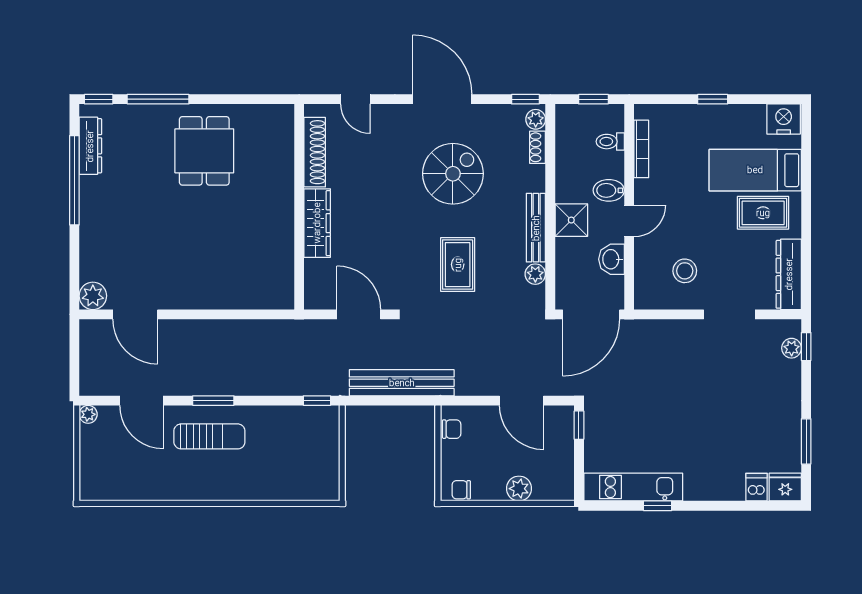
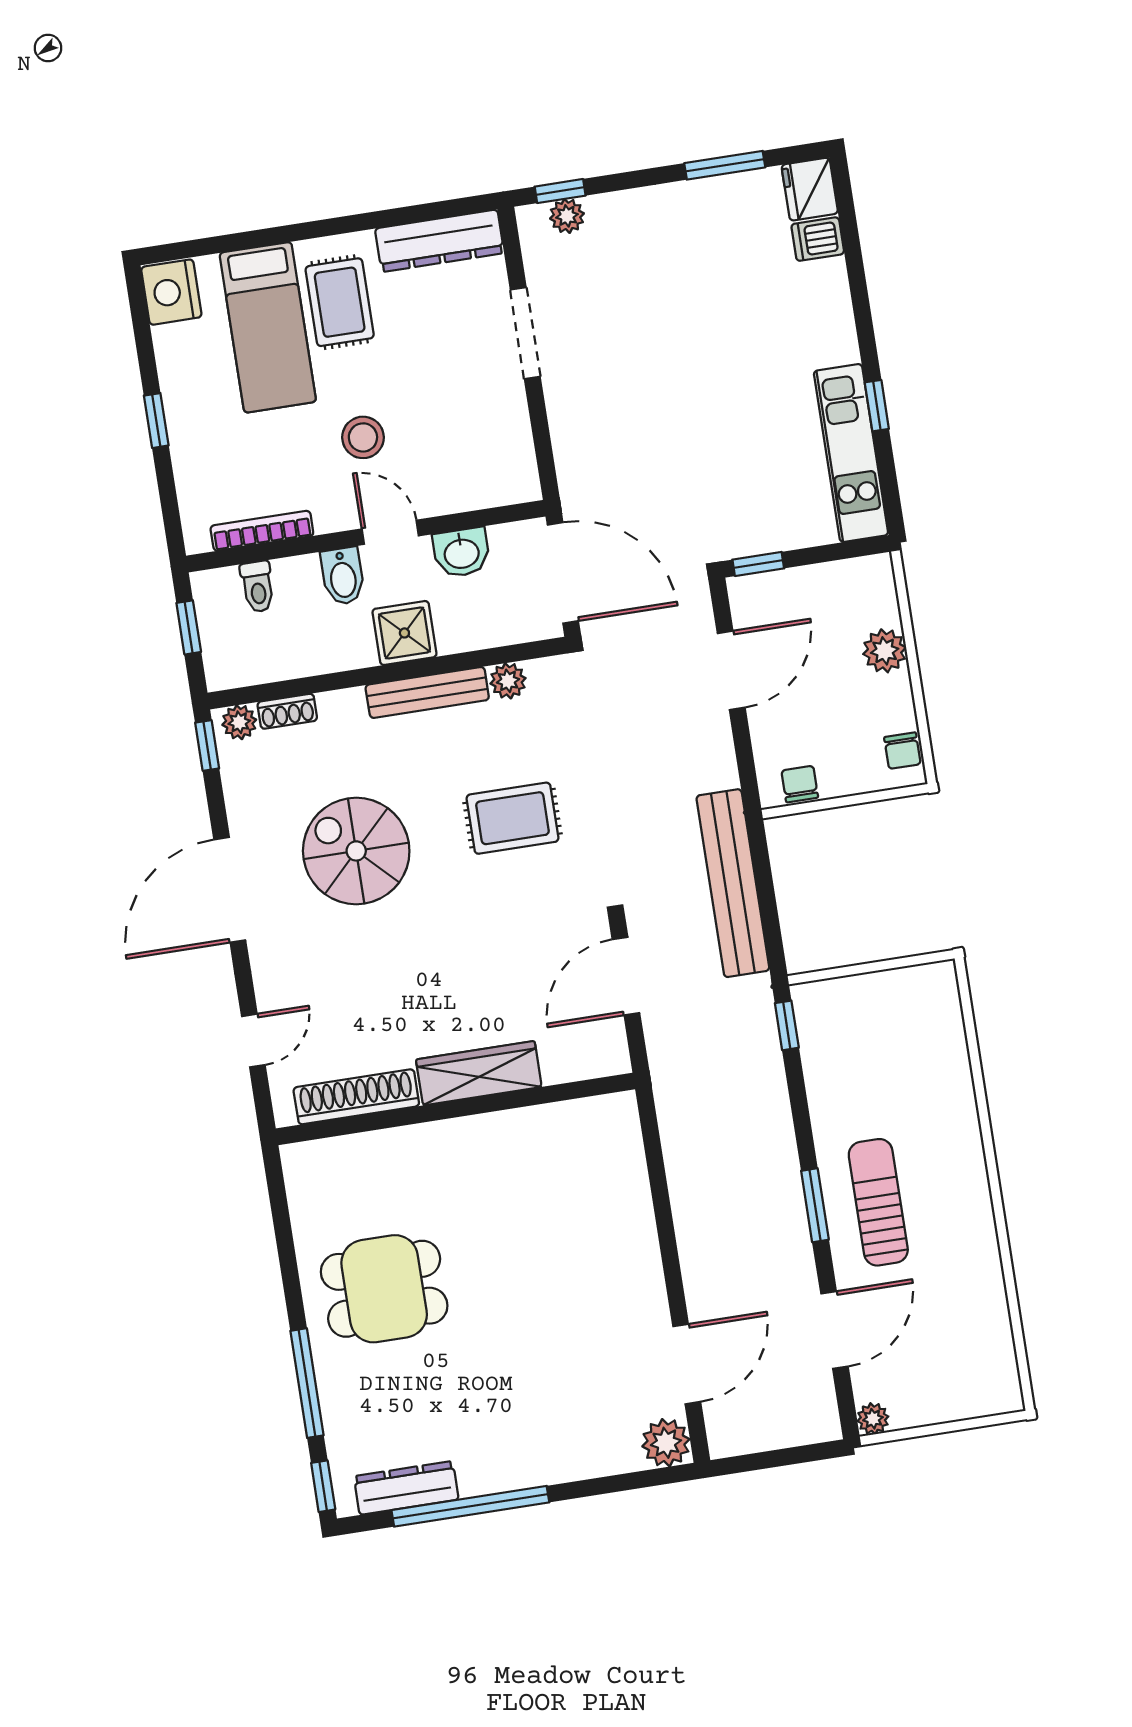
stool: (685, 271) -> (363, 437), moved

